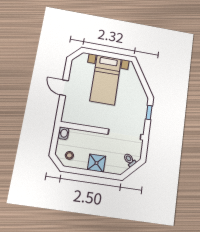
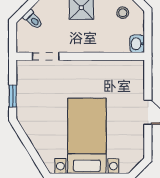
doorway: (125, 134) -> (46, 56), width x0.53

